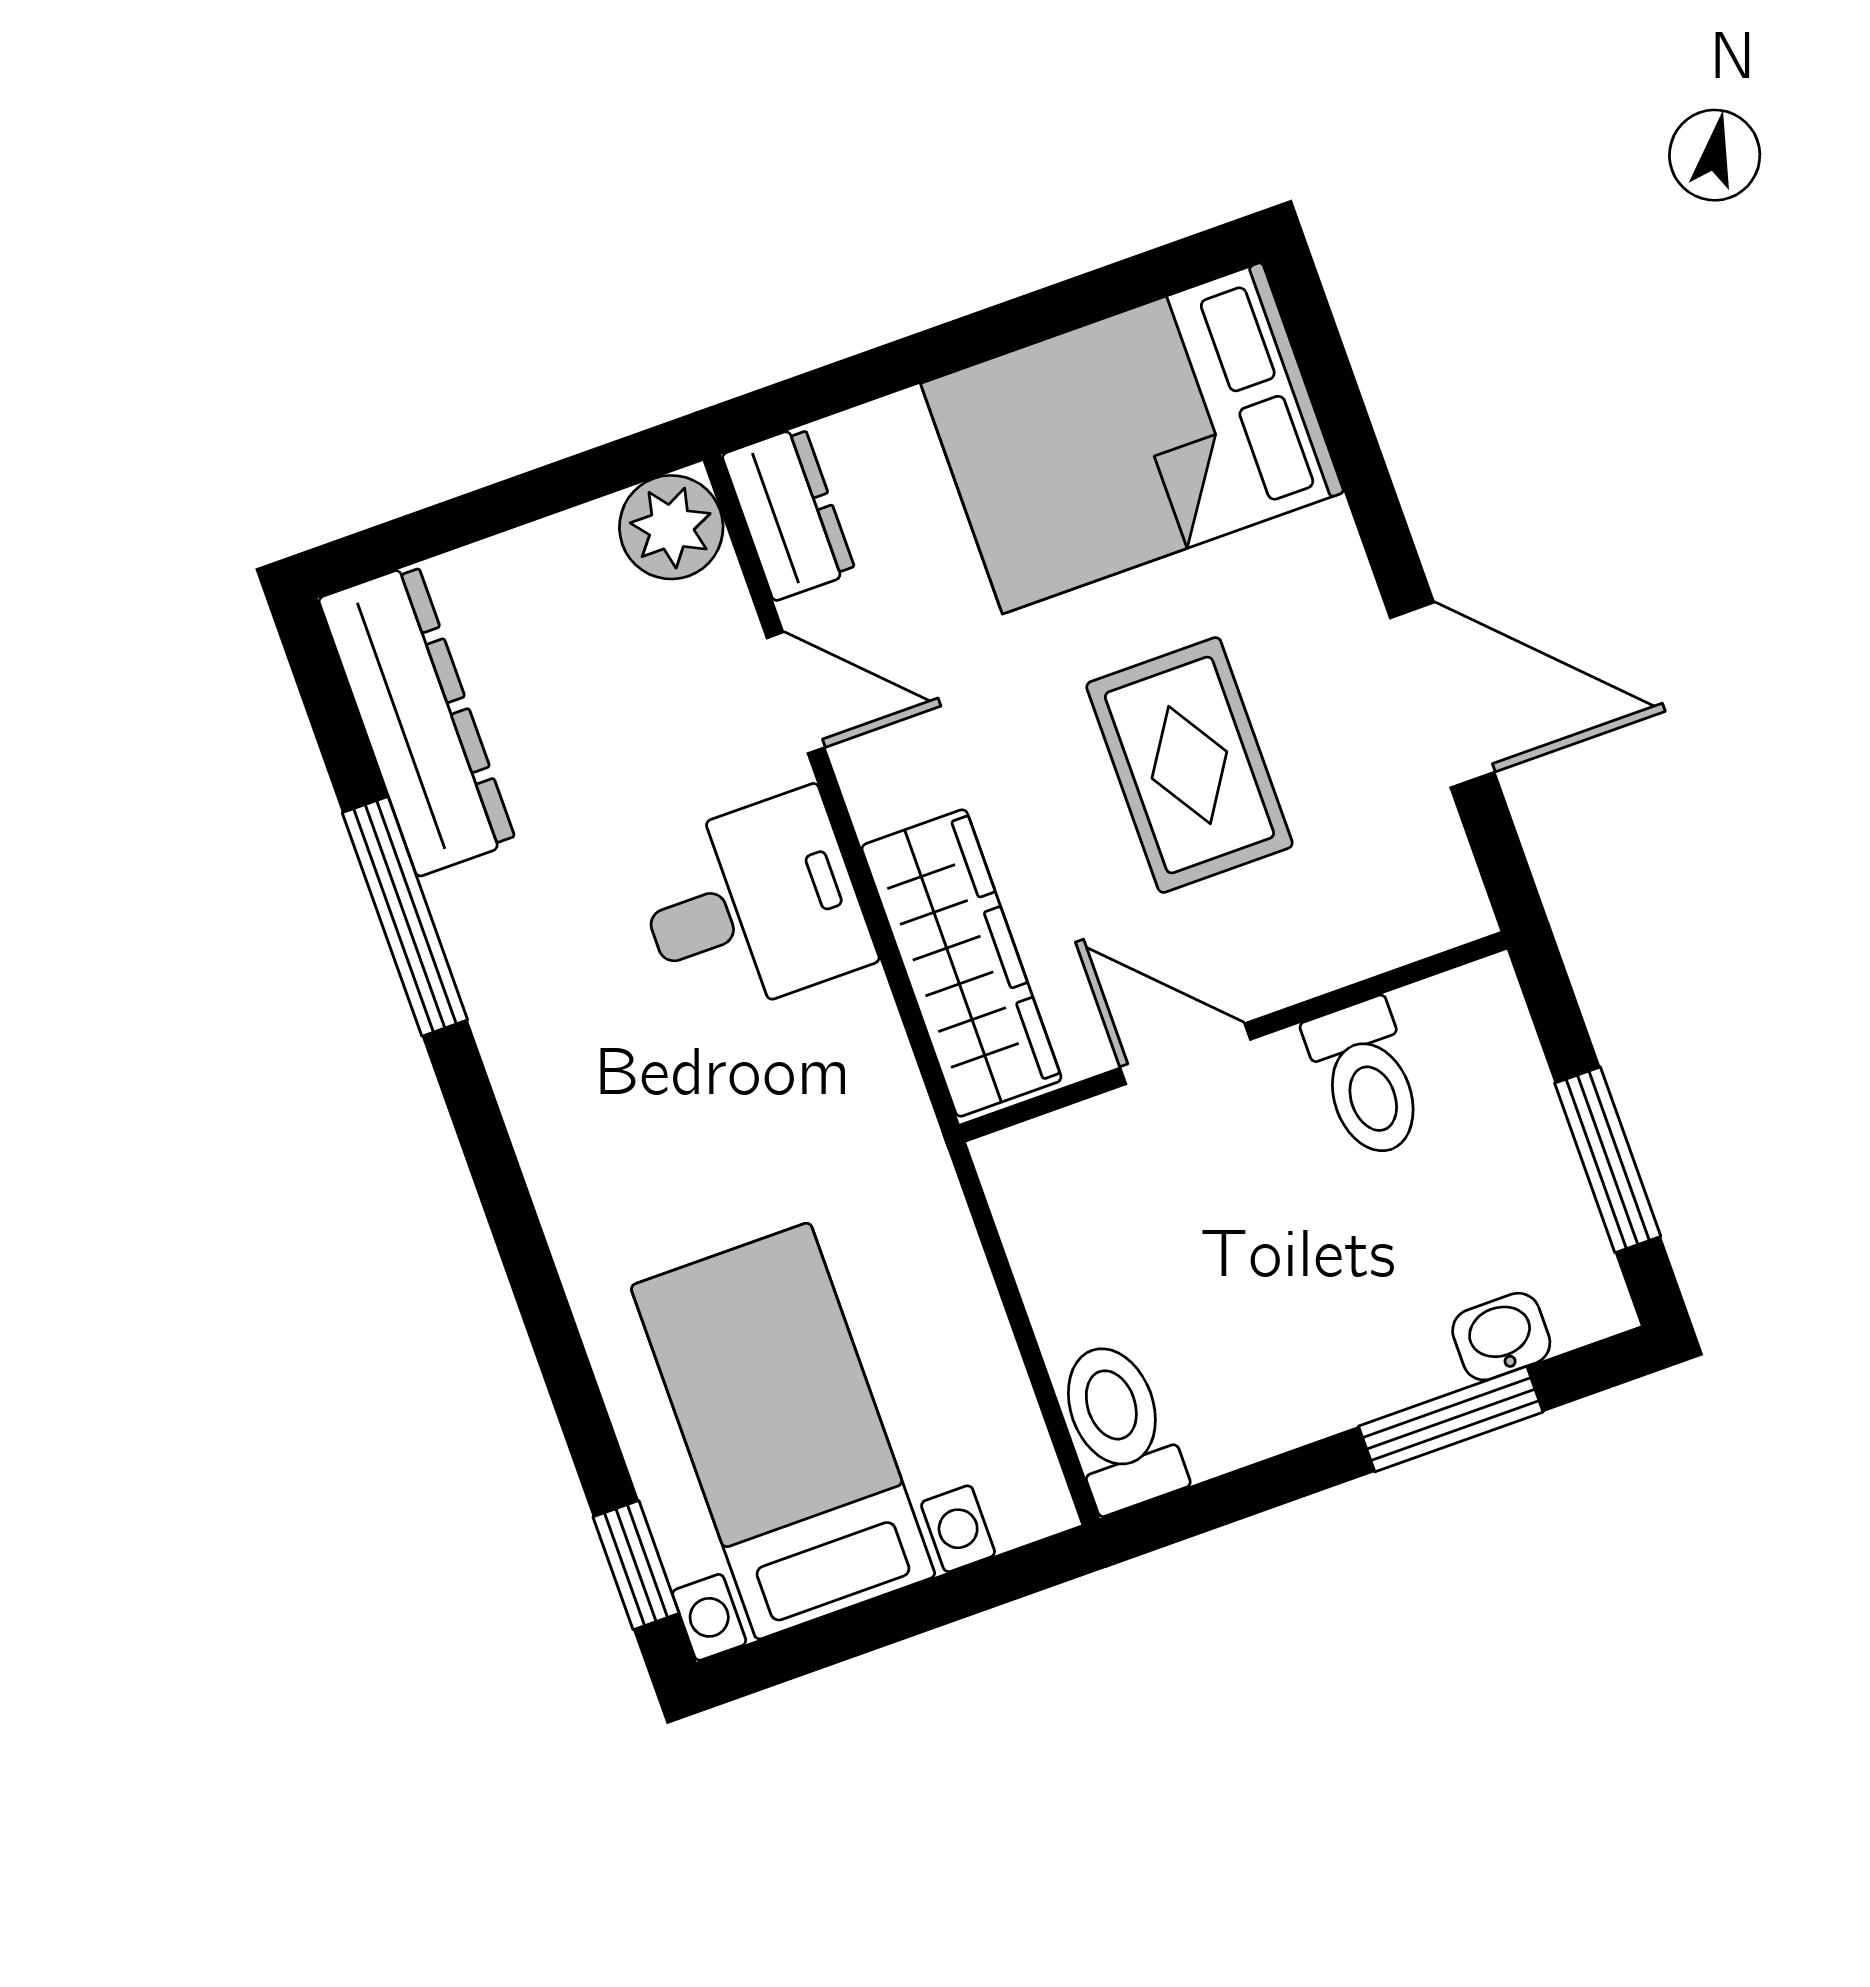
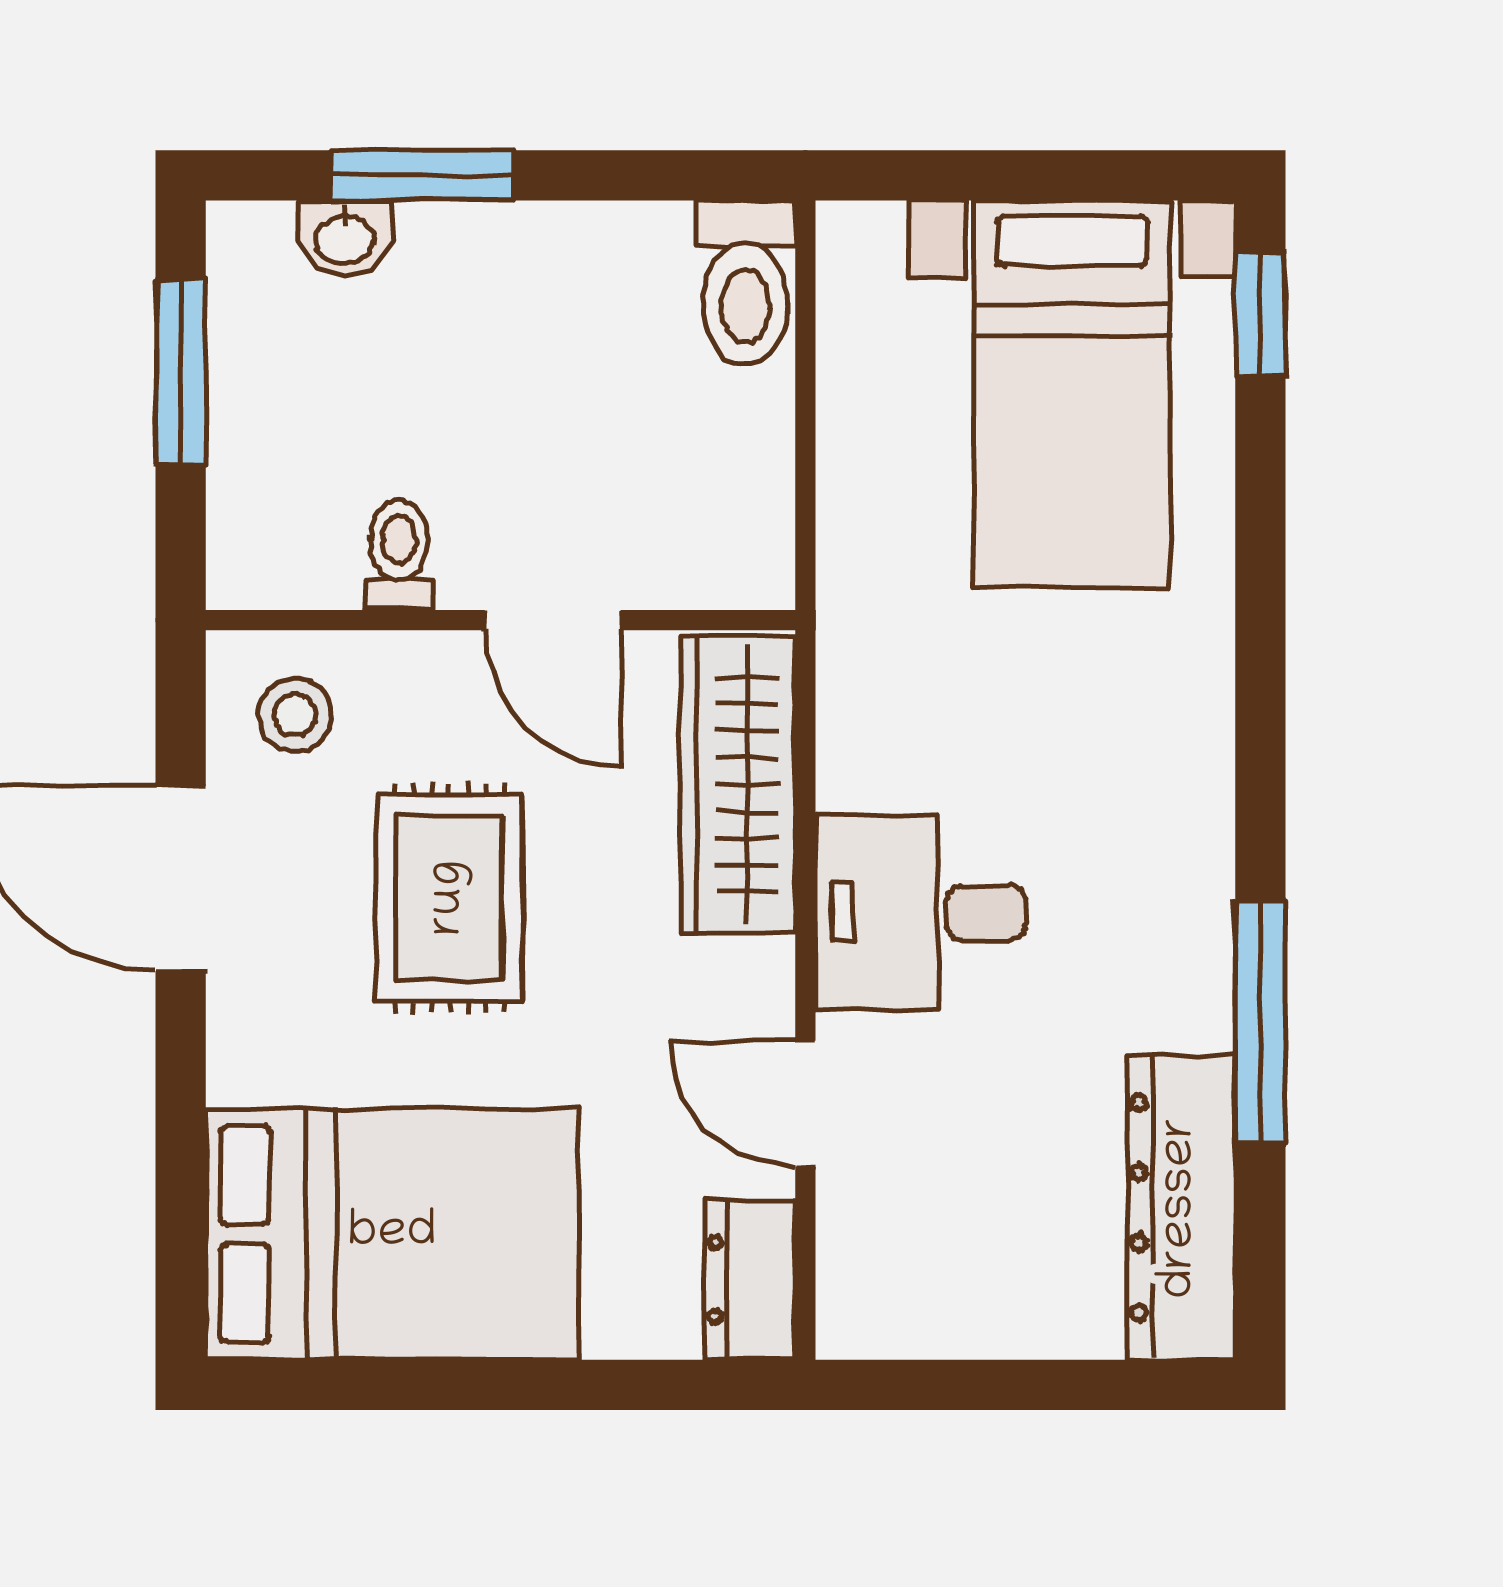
plant: (671, 527) -> (869, 1307), removed
stool: (1391, 883) -> (295, 715), added
toilet: (1366, 1079) -> (399, 555), width x0.73, depth x0.72

